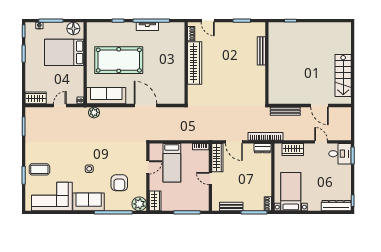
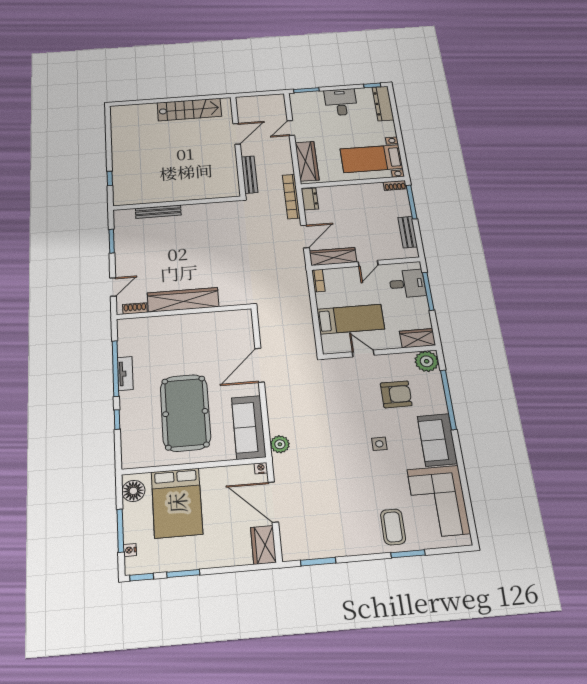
door: (60, 105) -> (273, 502), width x1.88
wardrobe: (293, 149) -> (307, 161), width x1.50
desk: (340, 154) -> (341, 102), moved
desk: (194, 201) -> (407, 284), added

